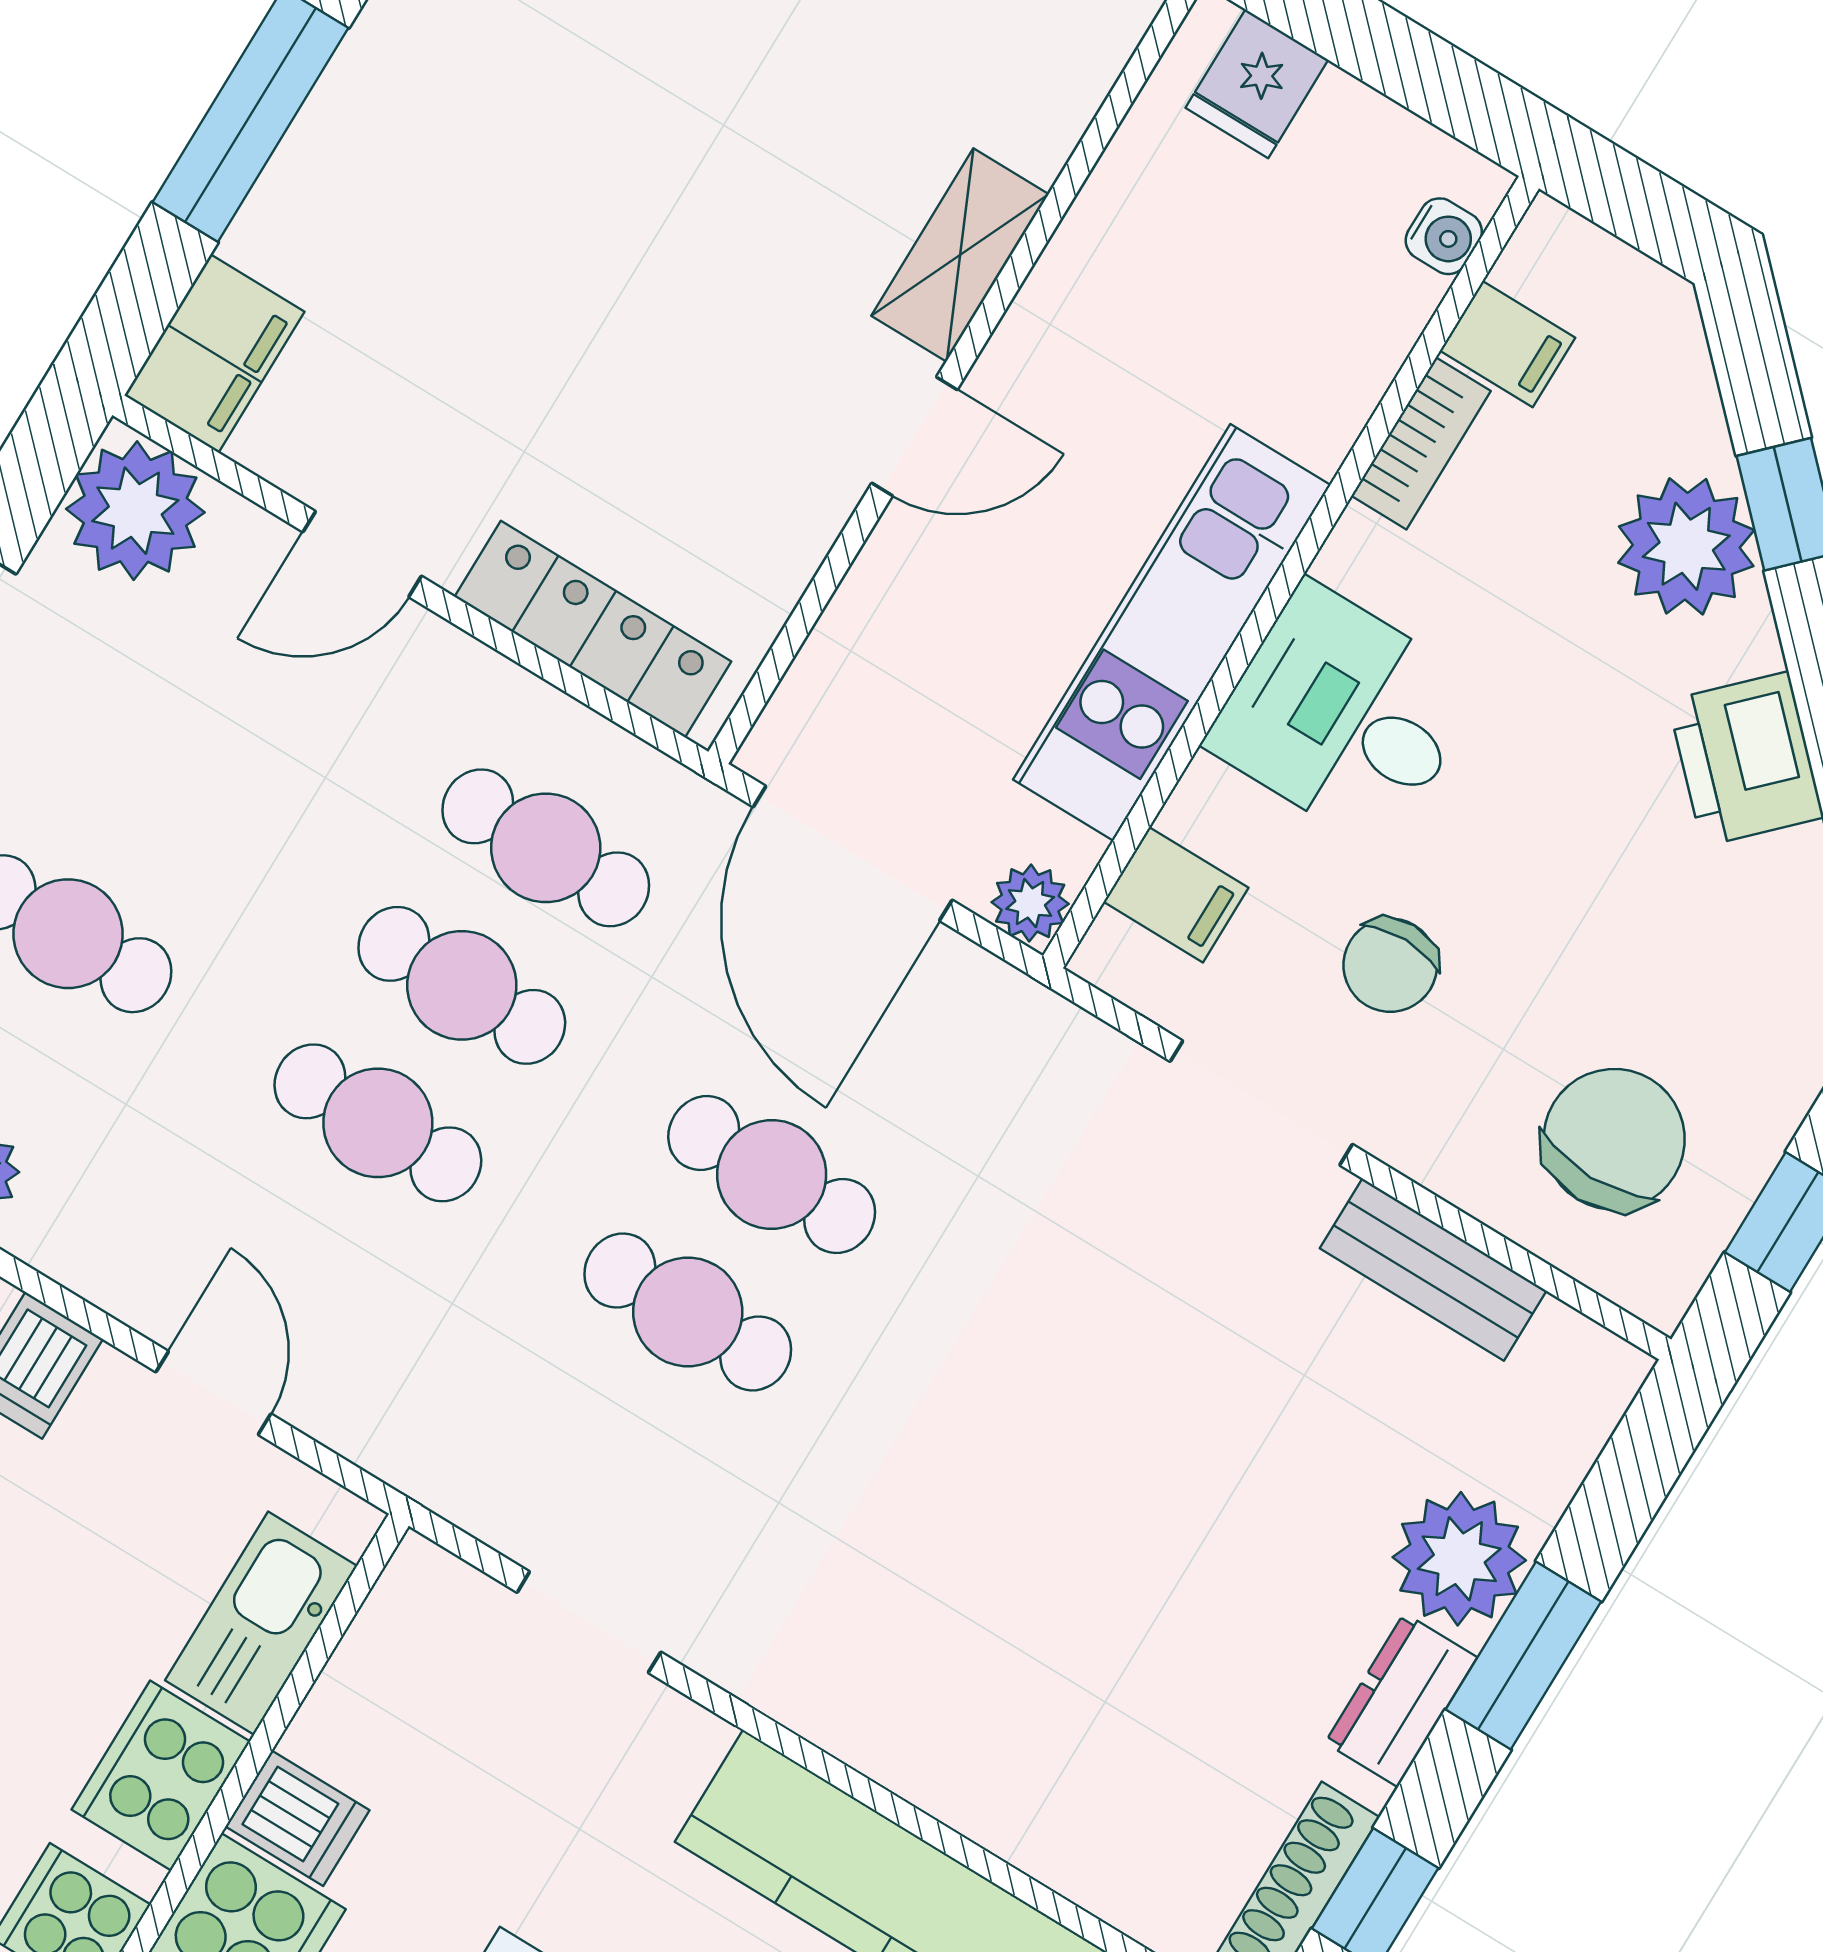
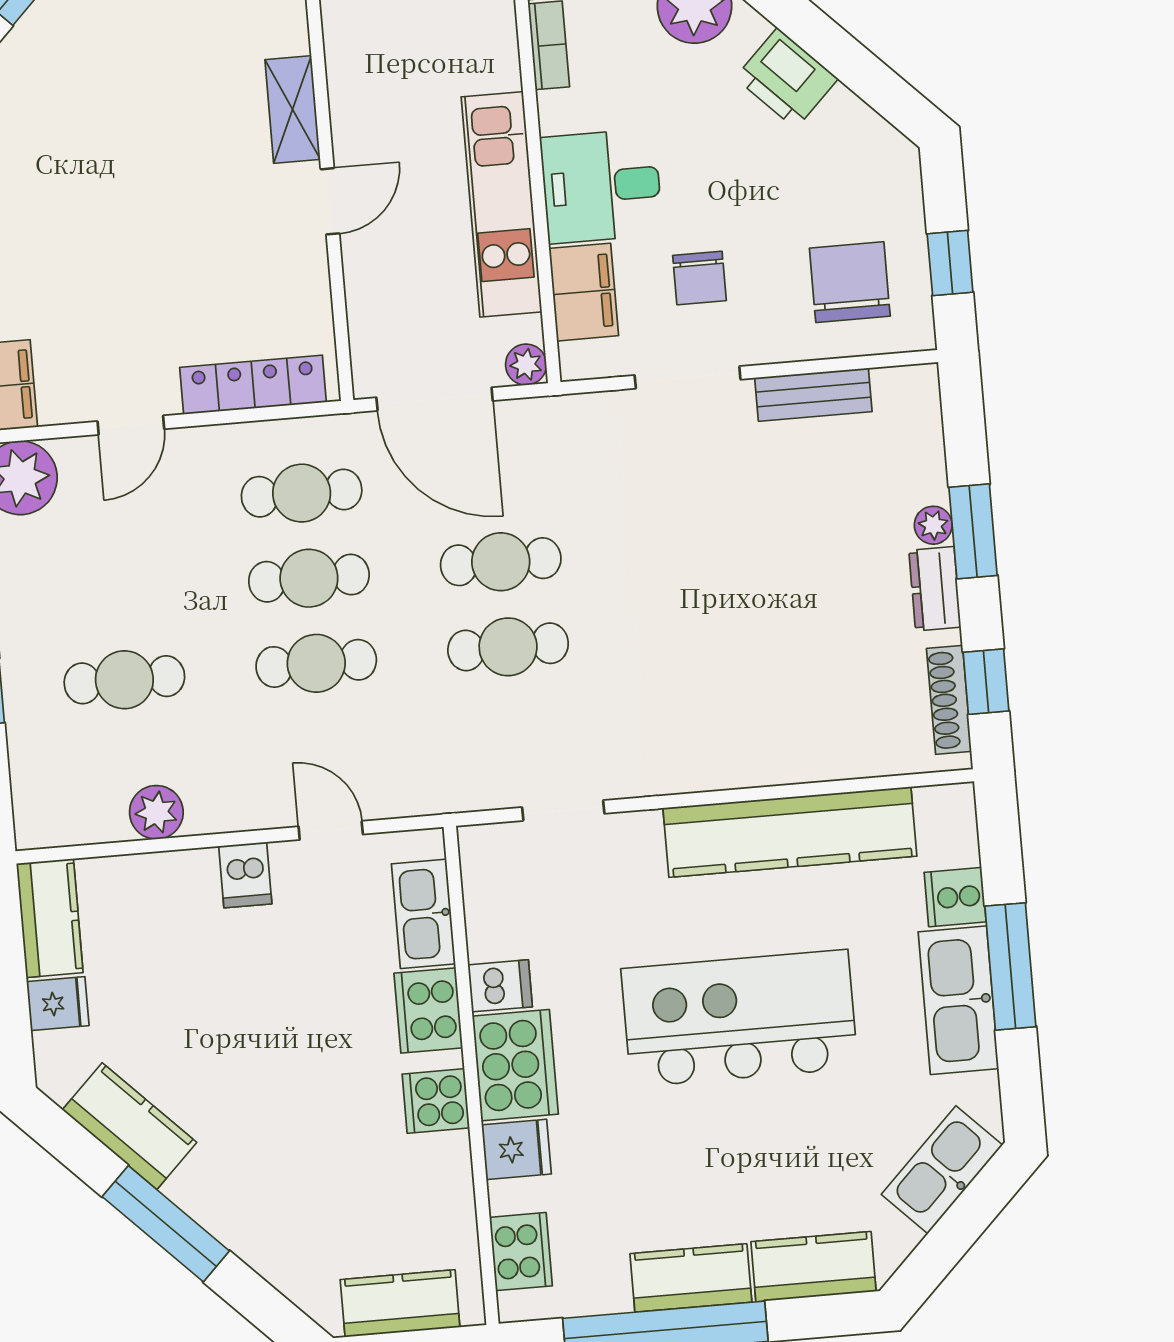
filing cabinet: (1176, 895) -> (584, 292), width x2.00
plant: (1459, 1559) -> (933, 525), width x0.53, depth x0.53

